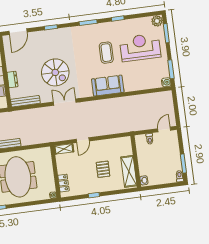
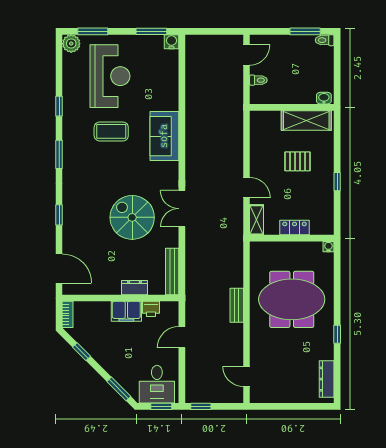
reception desk: (140, 47) -> (110, 76), turned 180
spiral stairs: (55, 72) -> (132, 217), turned -90
door: (164, 129) -> (247, 55), swing flipped
locker: (63, 183) -> (295, 228), moved

